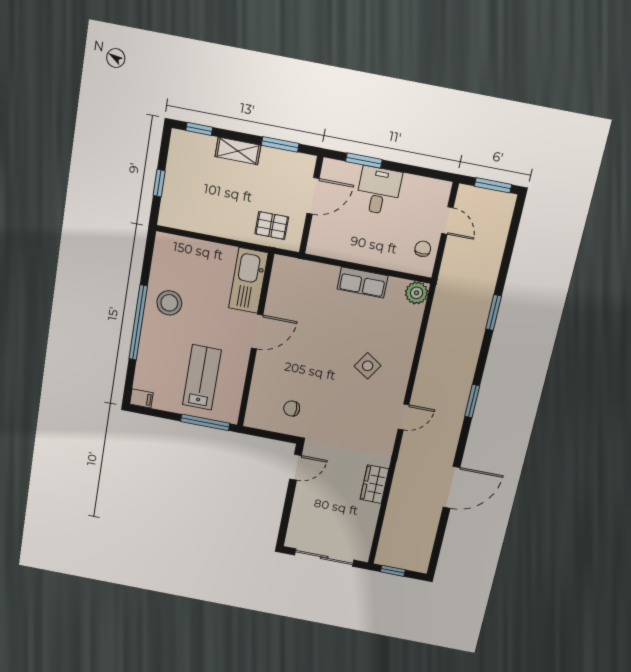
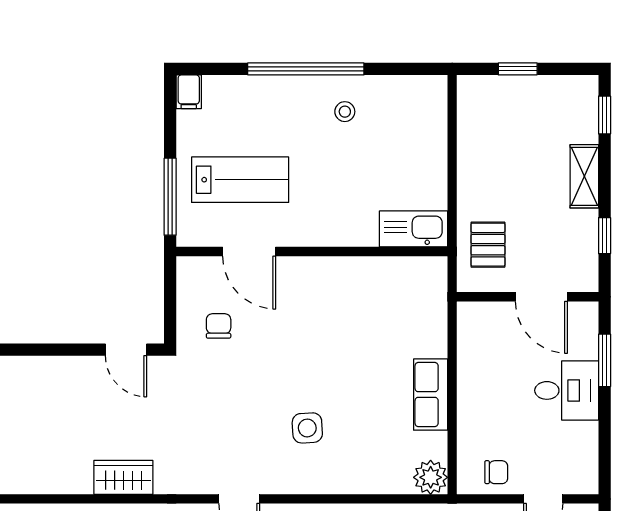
window: (280, 144) -> (605, 236), width x0.67
kitchen sink: (248, 280) -> (414, 229), width x0.73, depth x0.81
stool: (169, 303) -> (345, 112), width x0.53, depth x0.53
door: (257, 332) -> (249, 251), moved
side table: (368, 366) -> (307, 428), turned -36

